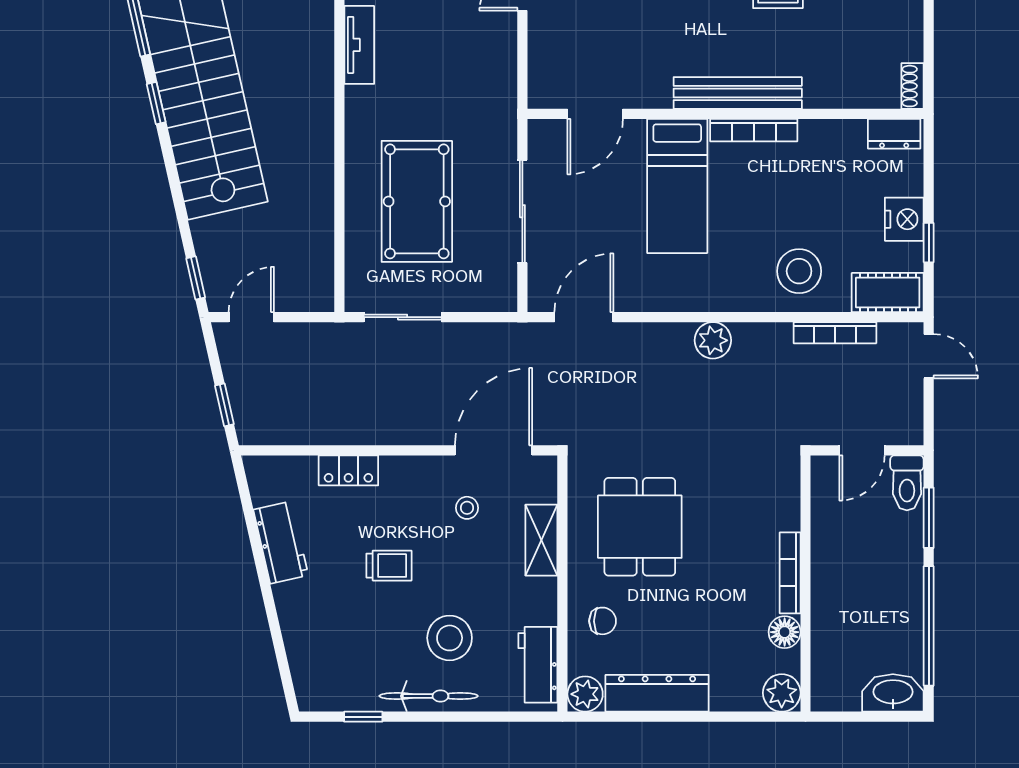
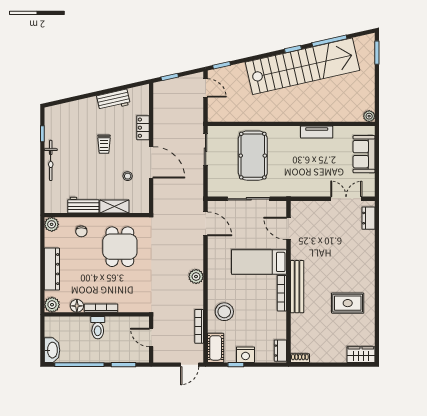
pool table: (417, 201) -> (253, 156), turned 90
door: (493, 450) -> (151, 162), moved
toilet: (907, 483) -> (98, 328), moved, turned -90
dining table: (640, 527) -> (120, 247), turned 90
stool: (450, 638) -> (74, 169), removed
workbench: (538, 665) -> (83, 205), moved
dresser: (657, 693) -> (52, 269), moved

